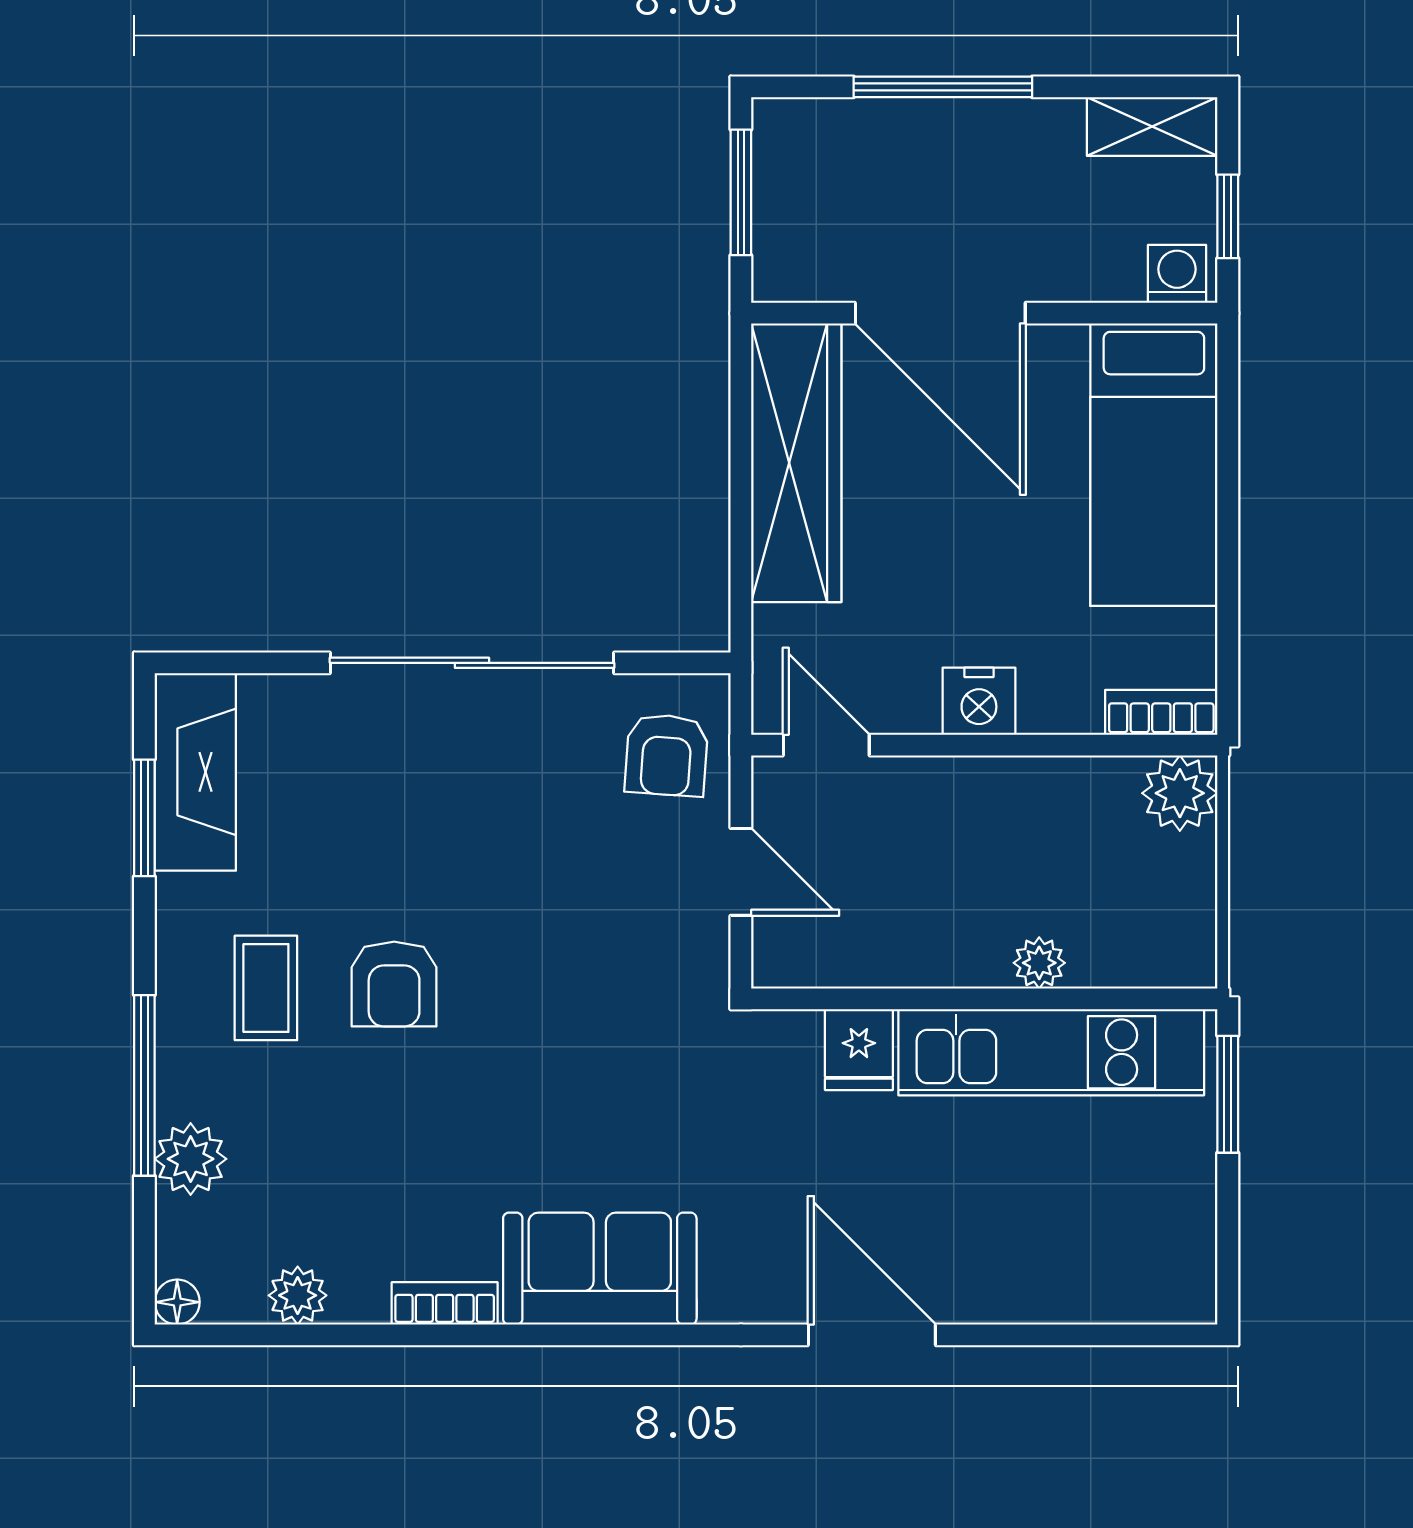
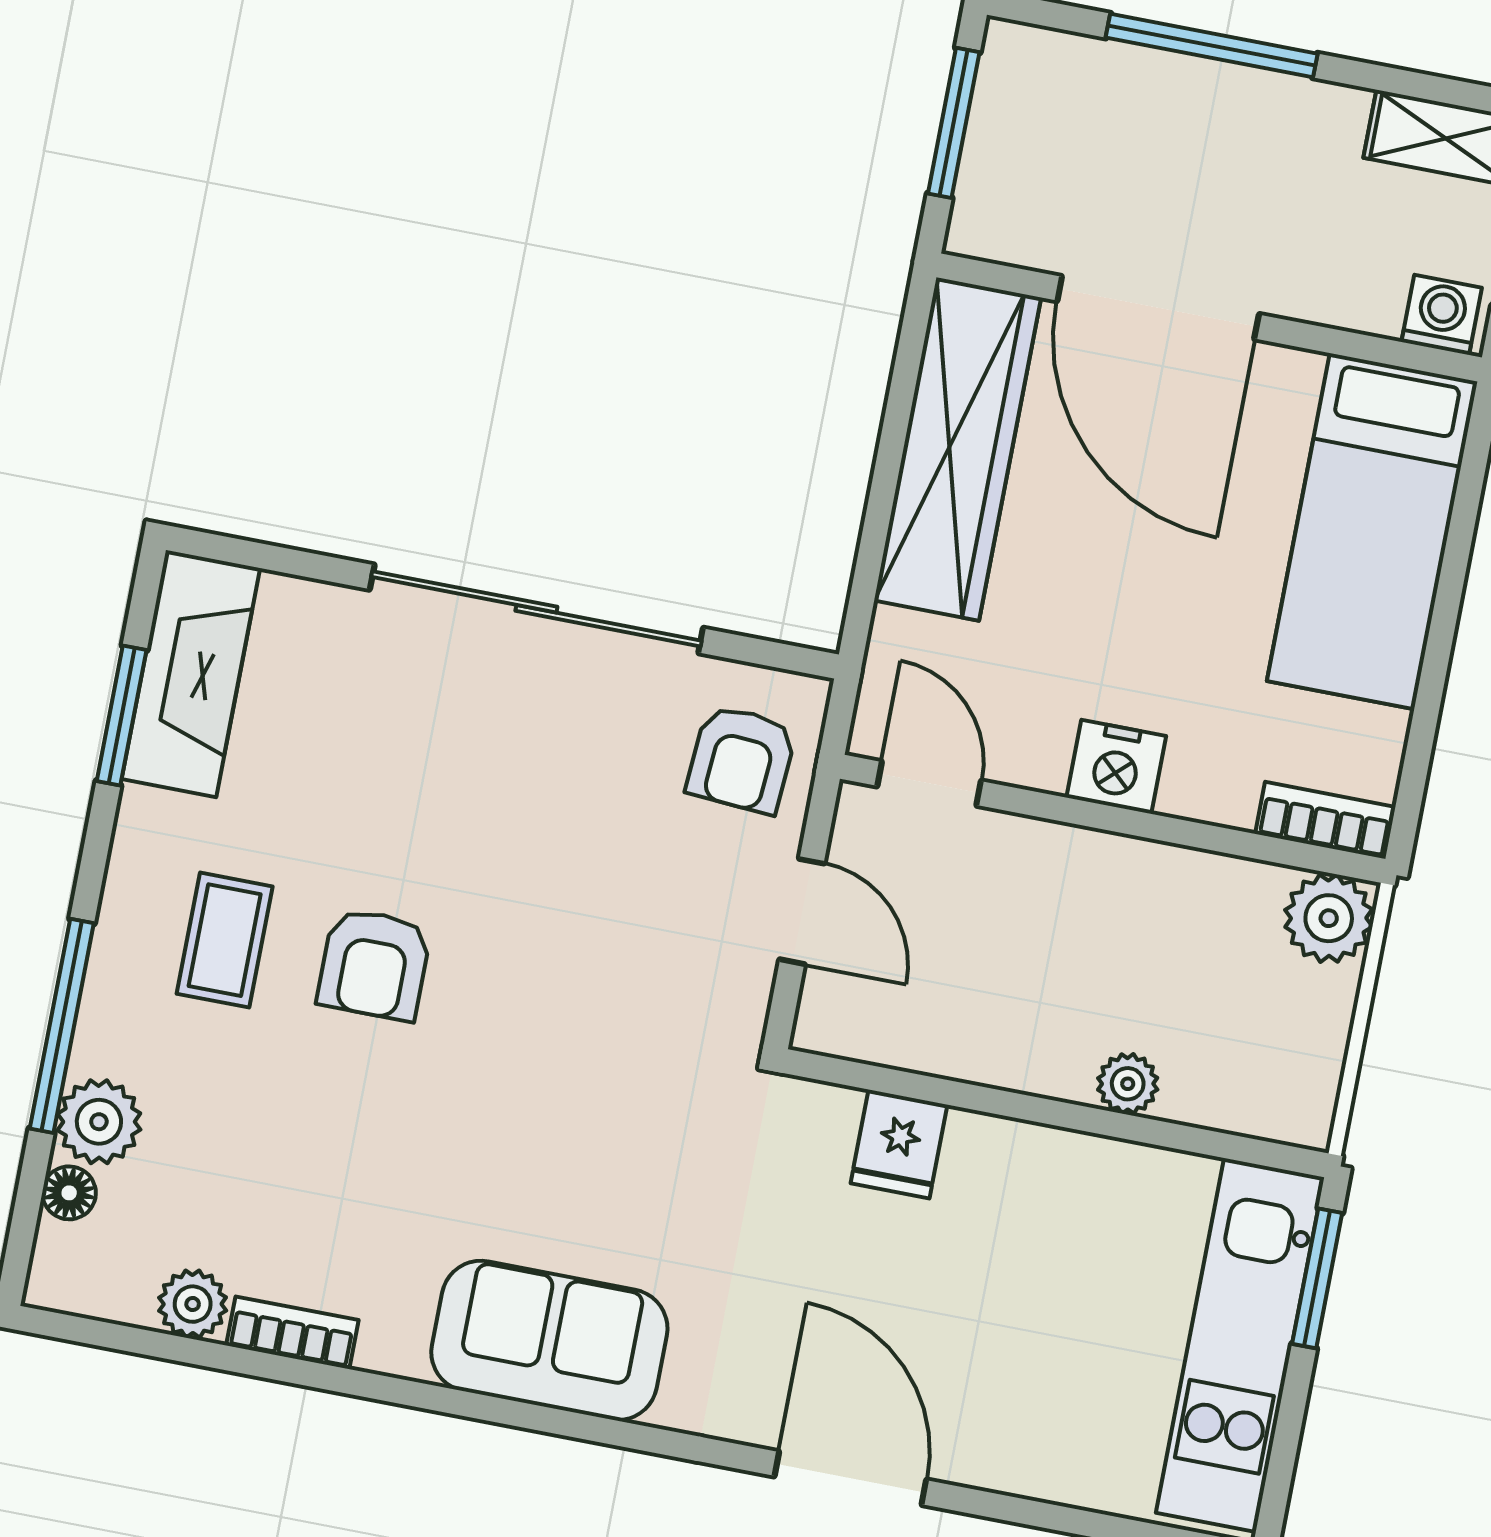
kitchen unit: (1051, 1052) -> (1240, 1345), moved, turned 90
floor lamp: (177, 1302) -> (69, 1193), moved
bookcase: (445, 1303) -> (292, 1333), moved

